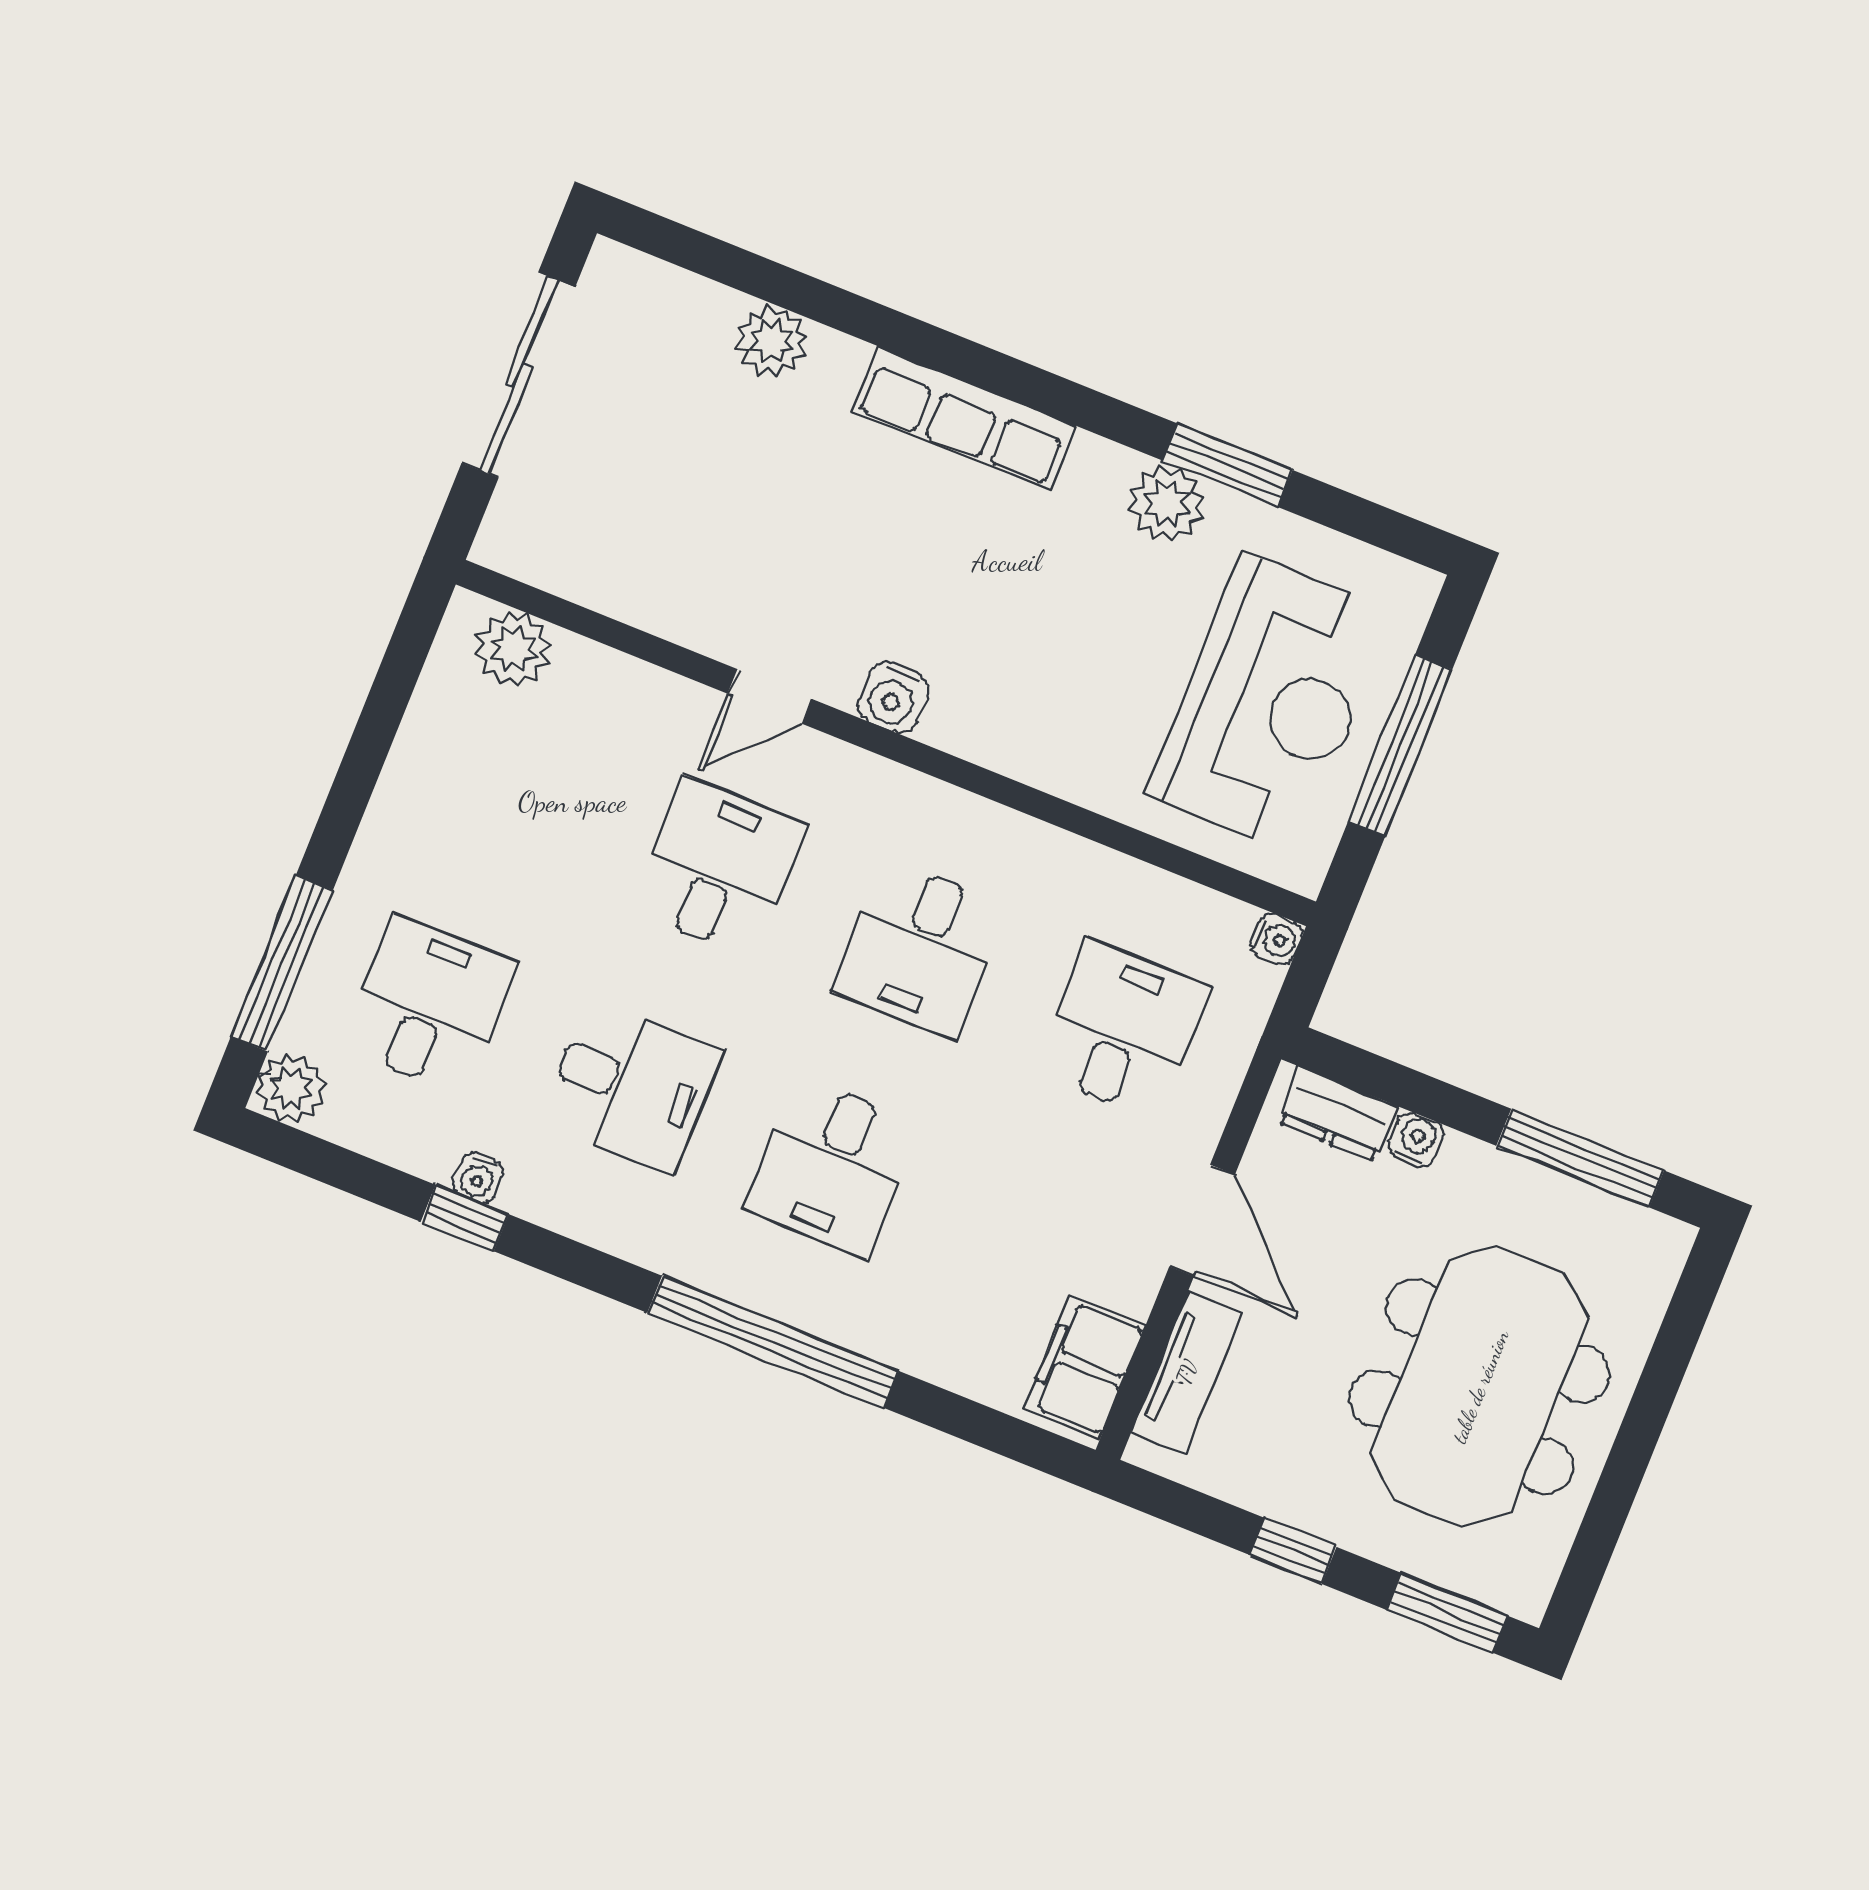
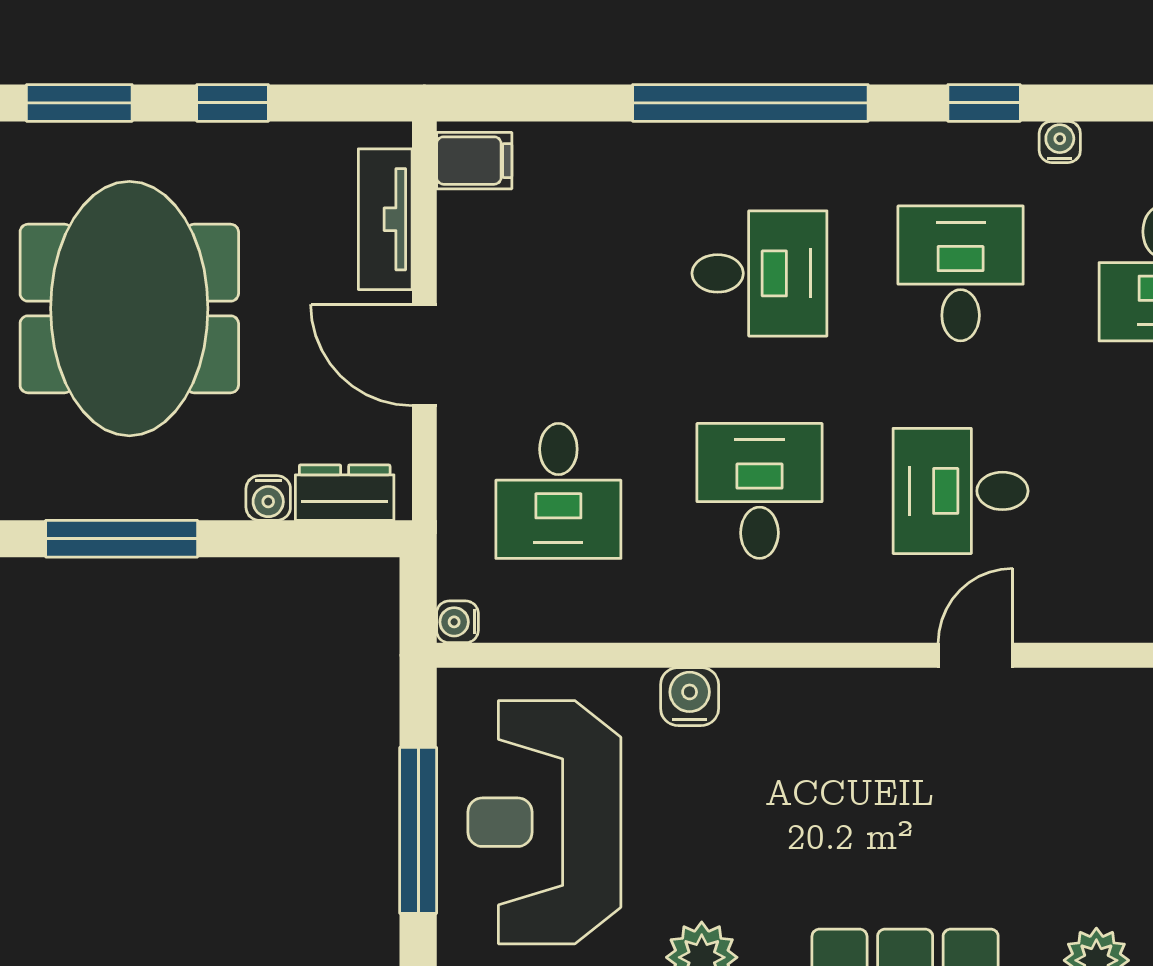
water cooler: (893, 698) -> (690, 697), moved
desk: (719, 867) -> (961, 491), turned 90
desk: (631, 1086) -> (961, 273), turned 90
desk: (833, 1167) -> (759, 273), turned 90
window: (465, 1218) -> (984, 103), moved
filing cabinet: (1085, 1367) -> (474, 161), width x0.50

